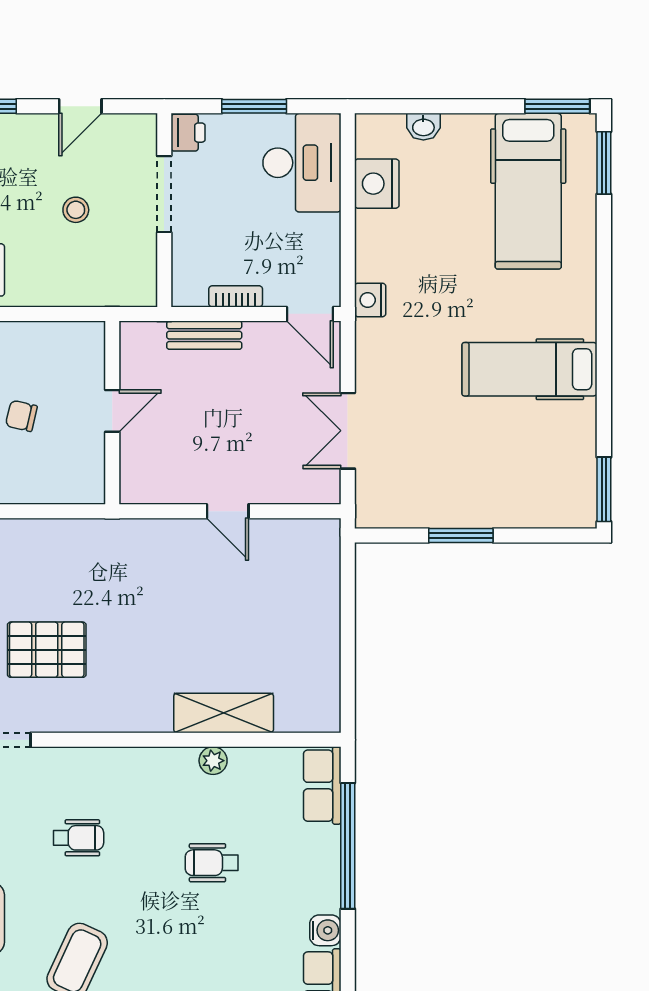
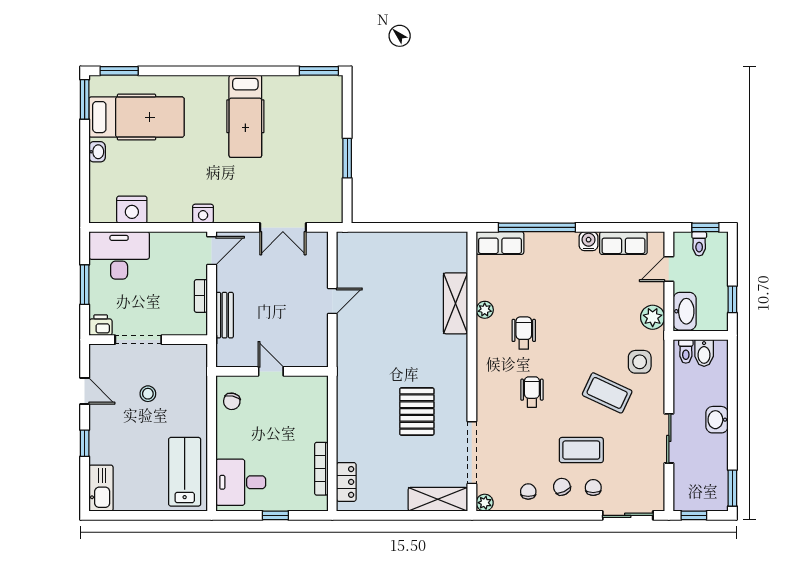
washbasin: (423, 127) -> (97, 152), moved
chair: (21, 416) -> (232, 401), moved
wheelchair: (212, 863) -> (524, 333), moved, turned 180

